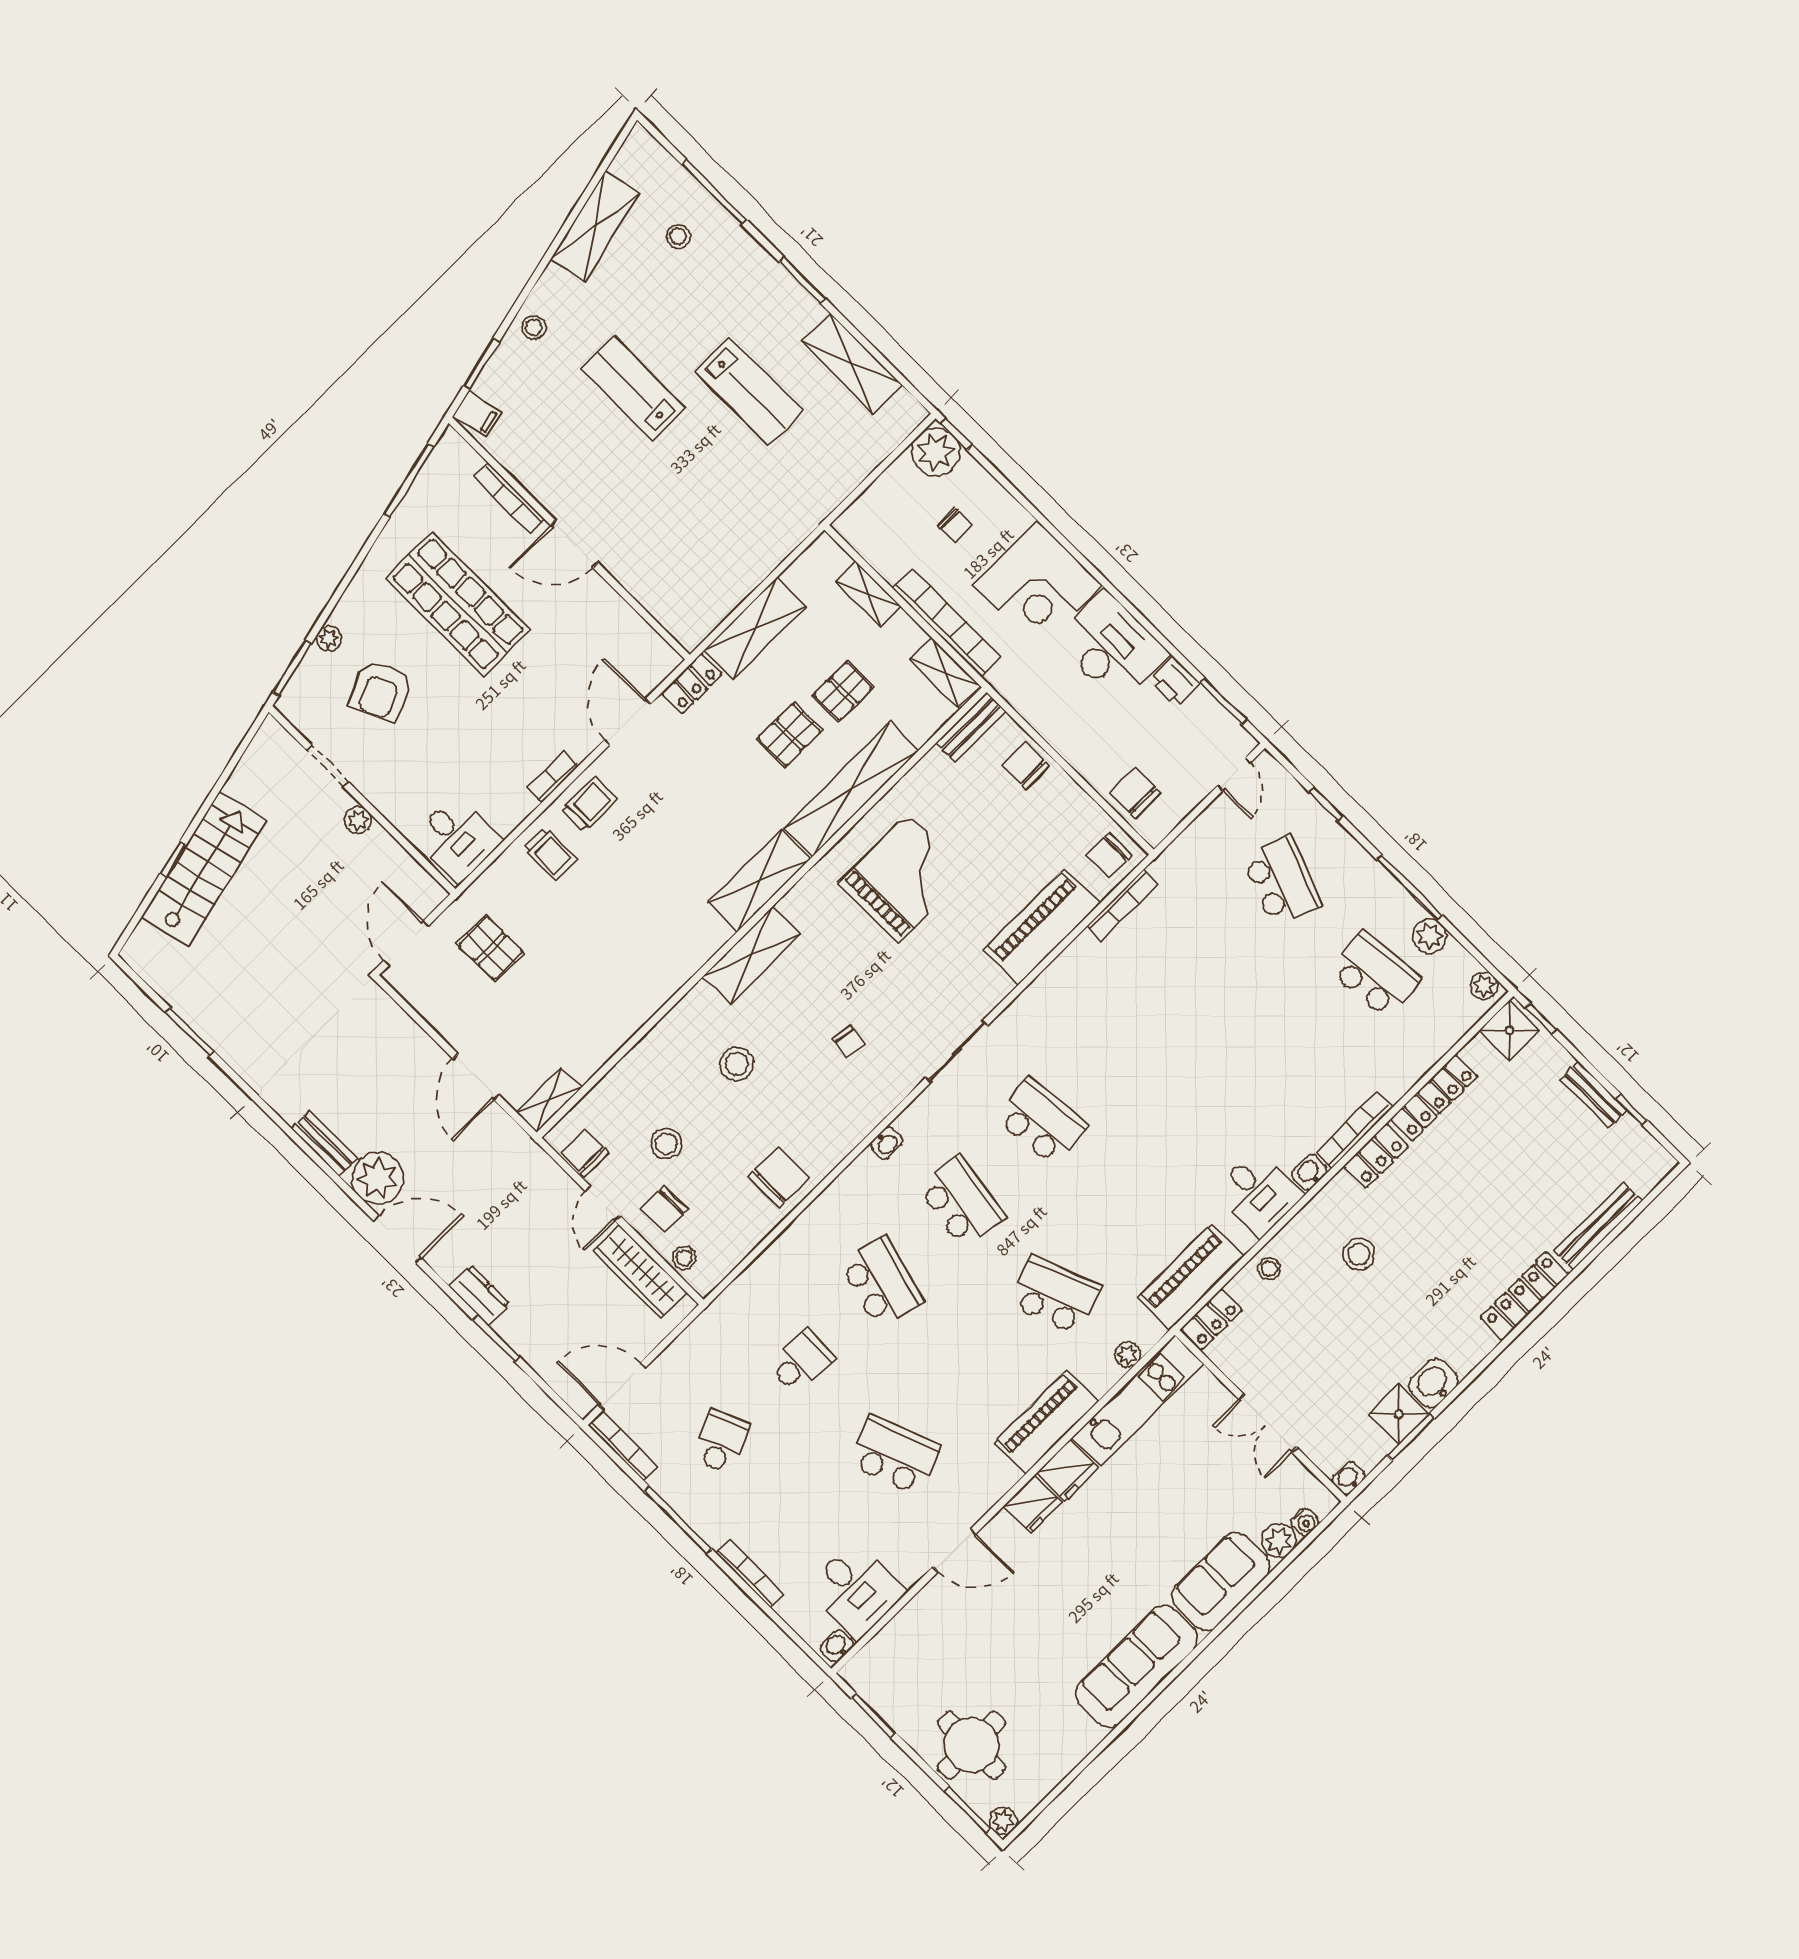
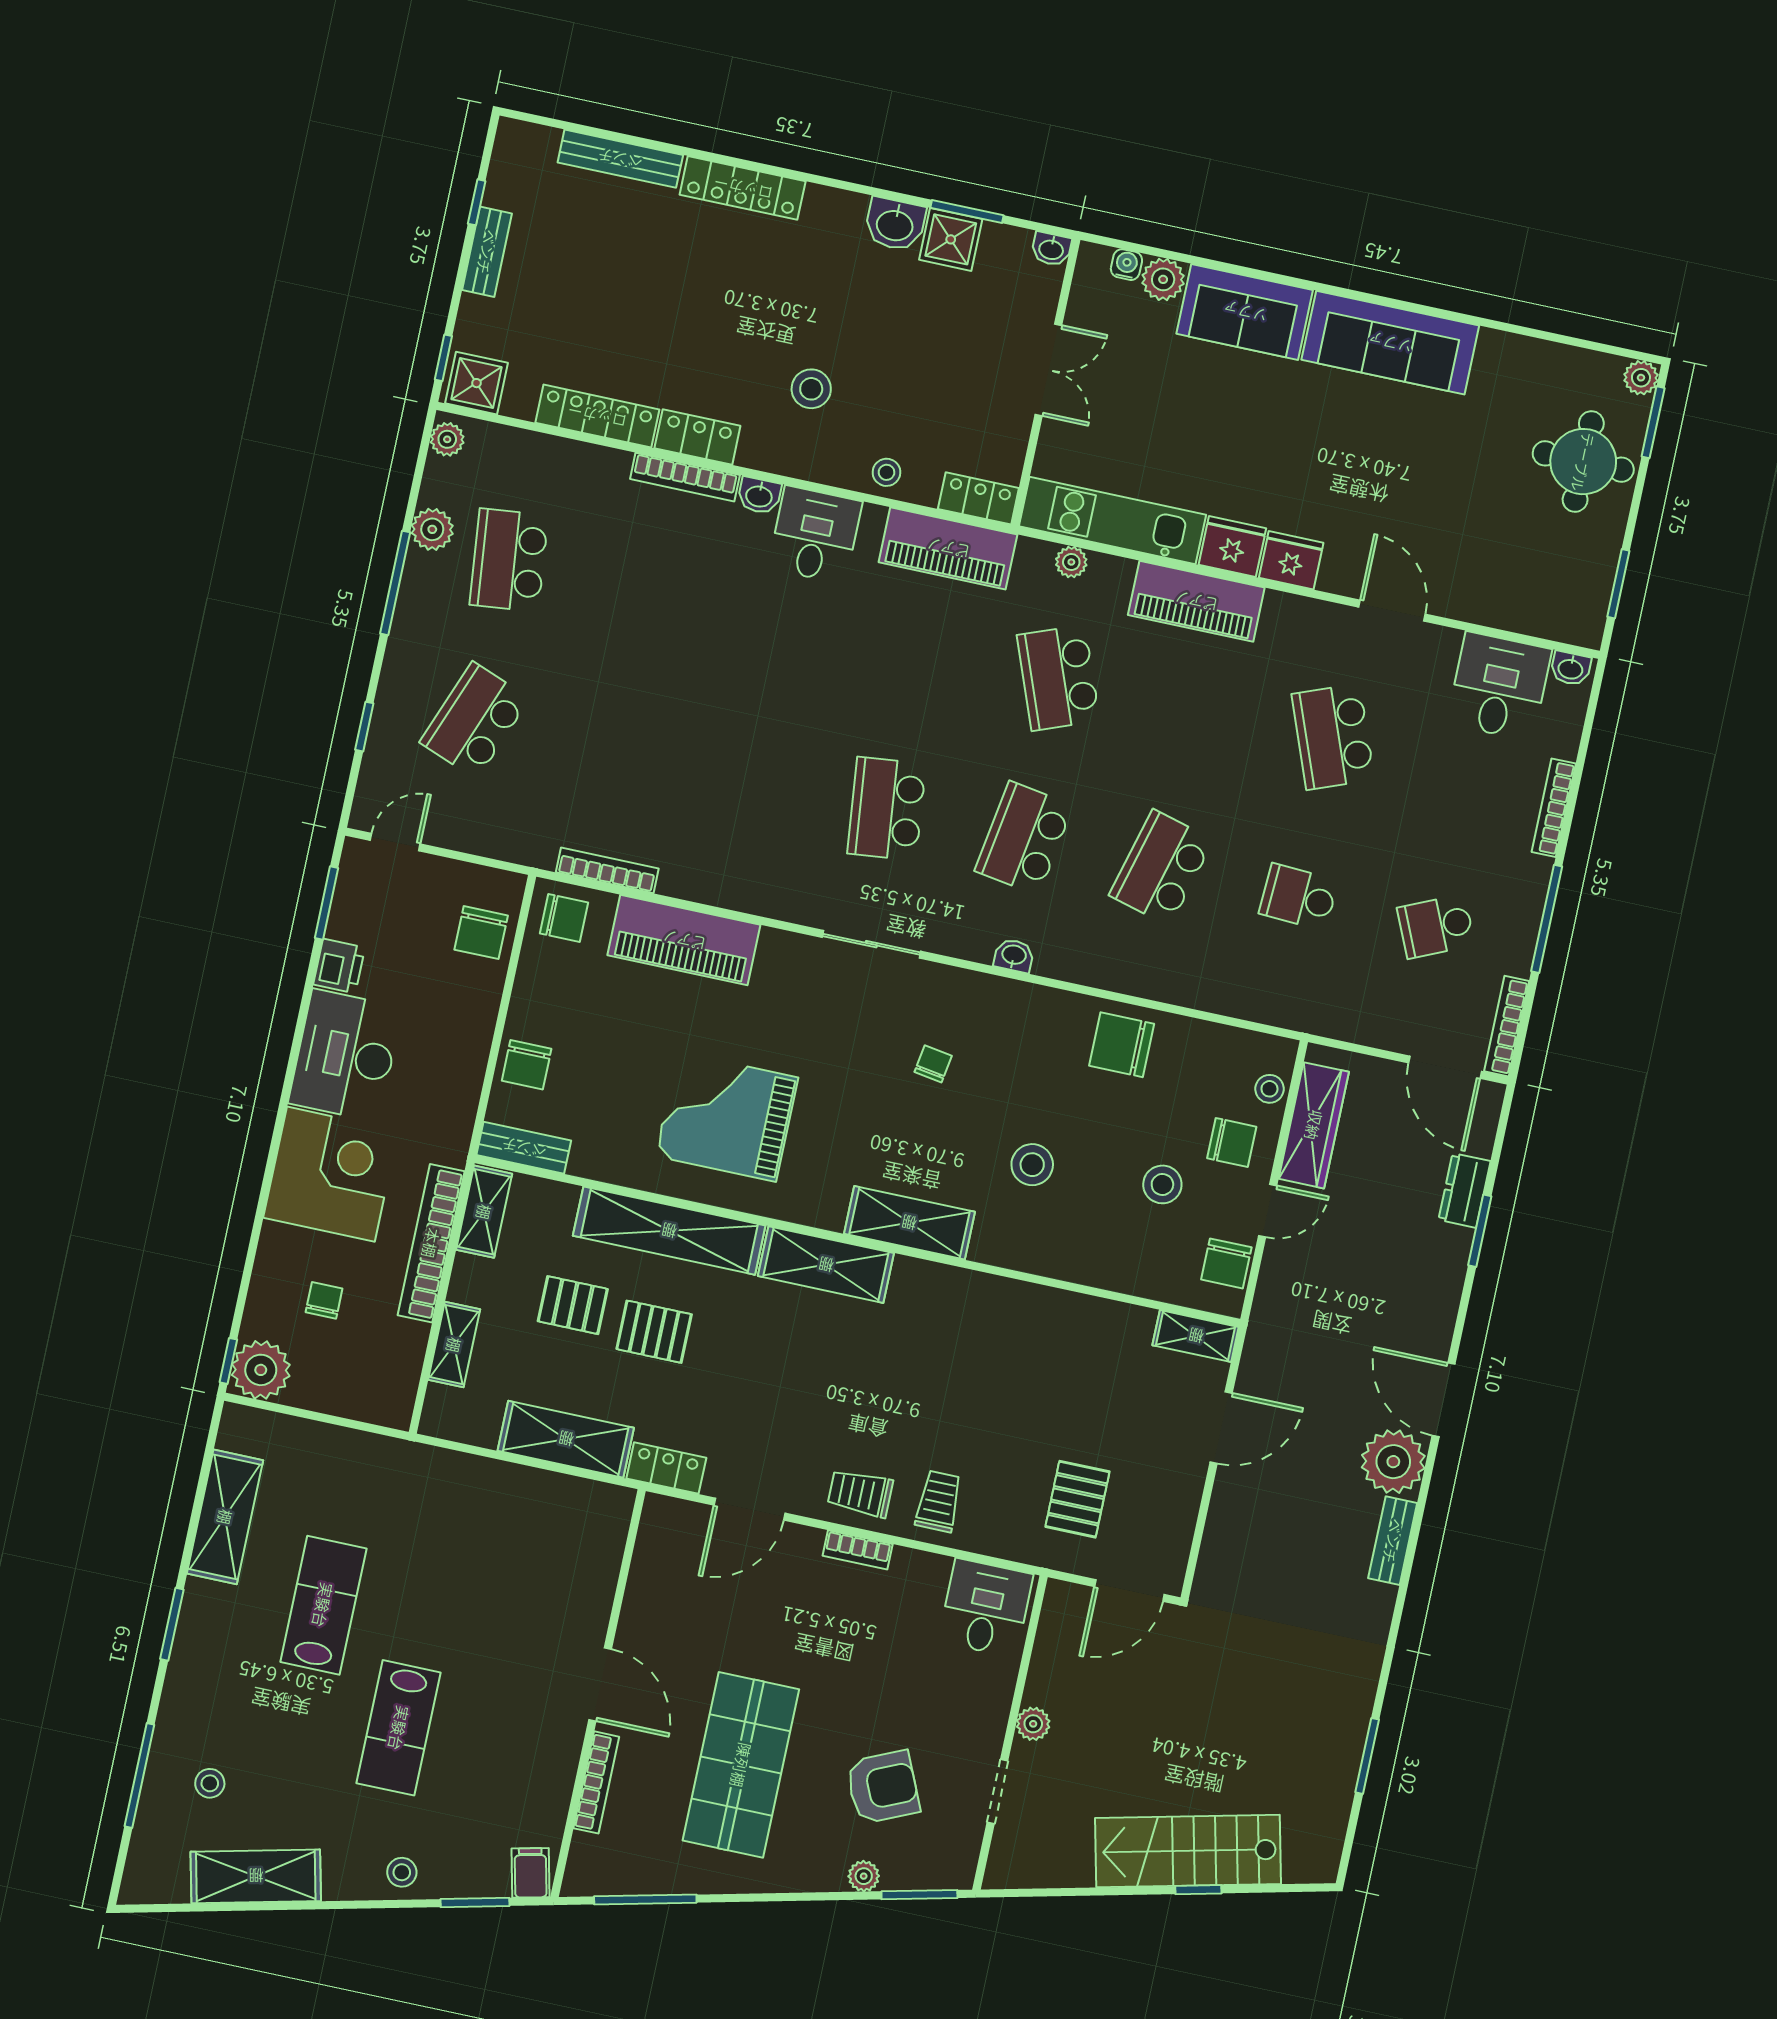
dresser: (480, 1295) -> (1464, 1190), moved

